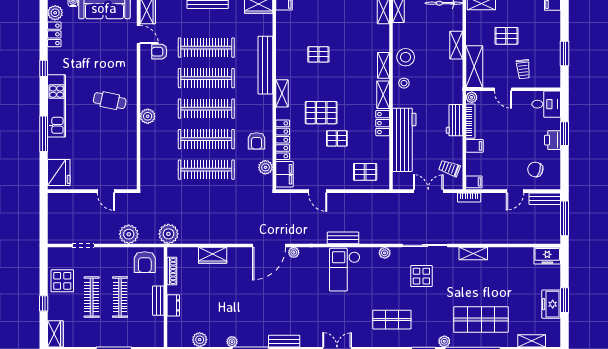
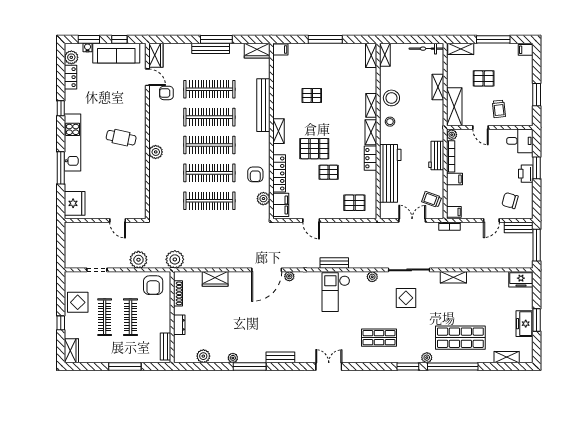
bench: (158, 301) -> (166, 347), moved

